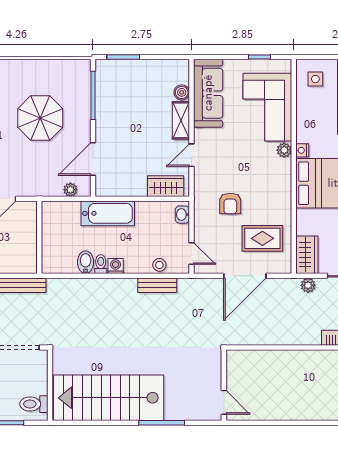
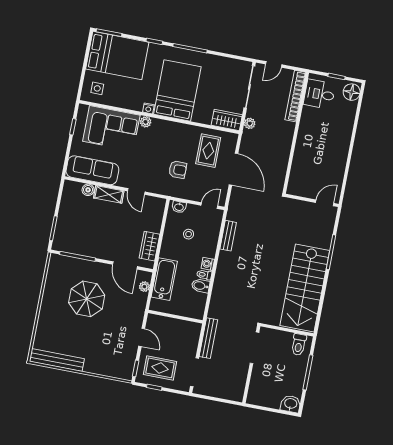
wardrobe: (166, 186) -> (149, 246), moved
bathtub: (108, 213) -> (164, 279), moved
stool: (159, 265) -> (189, 234), moved

